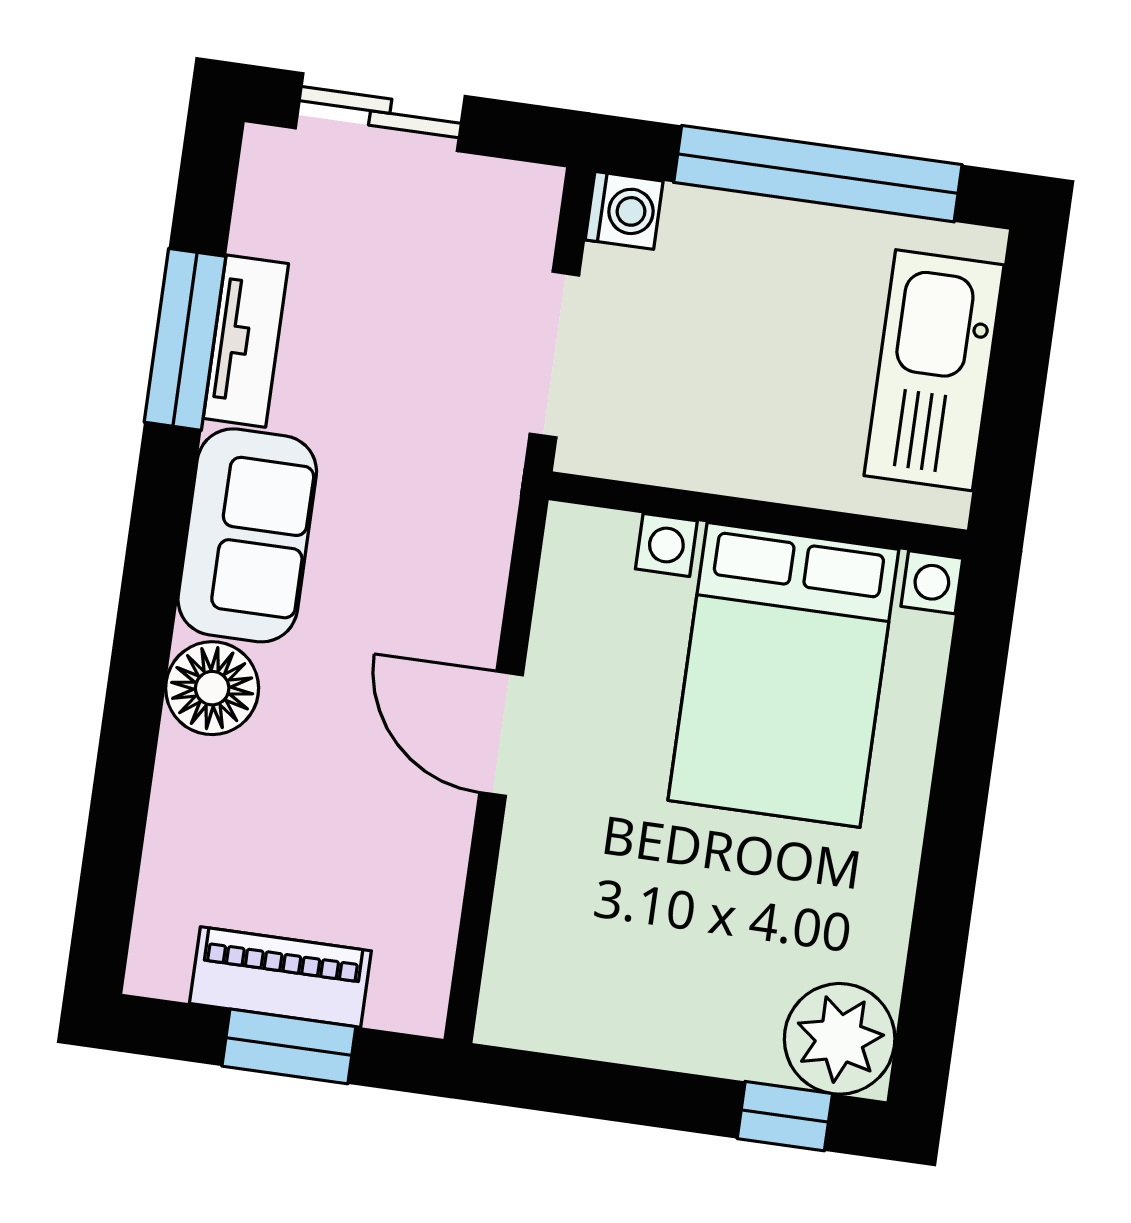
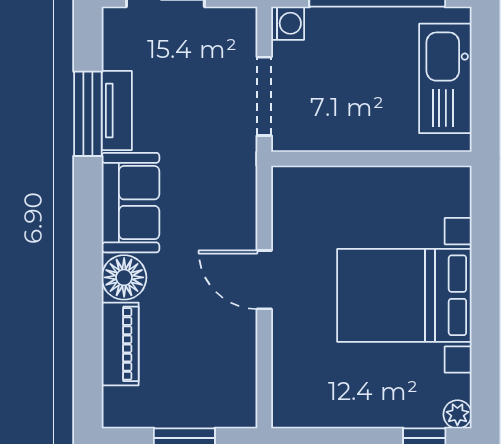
bed with nightstands: (783, 675) -> (404, 295), moved, turned 90
piano: (280, 977) -> (120, 344), moved, turned 90
plant: (840, 1039) -> (457, 414), width x0.53, depth x0.53

